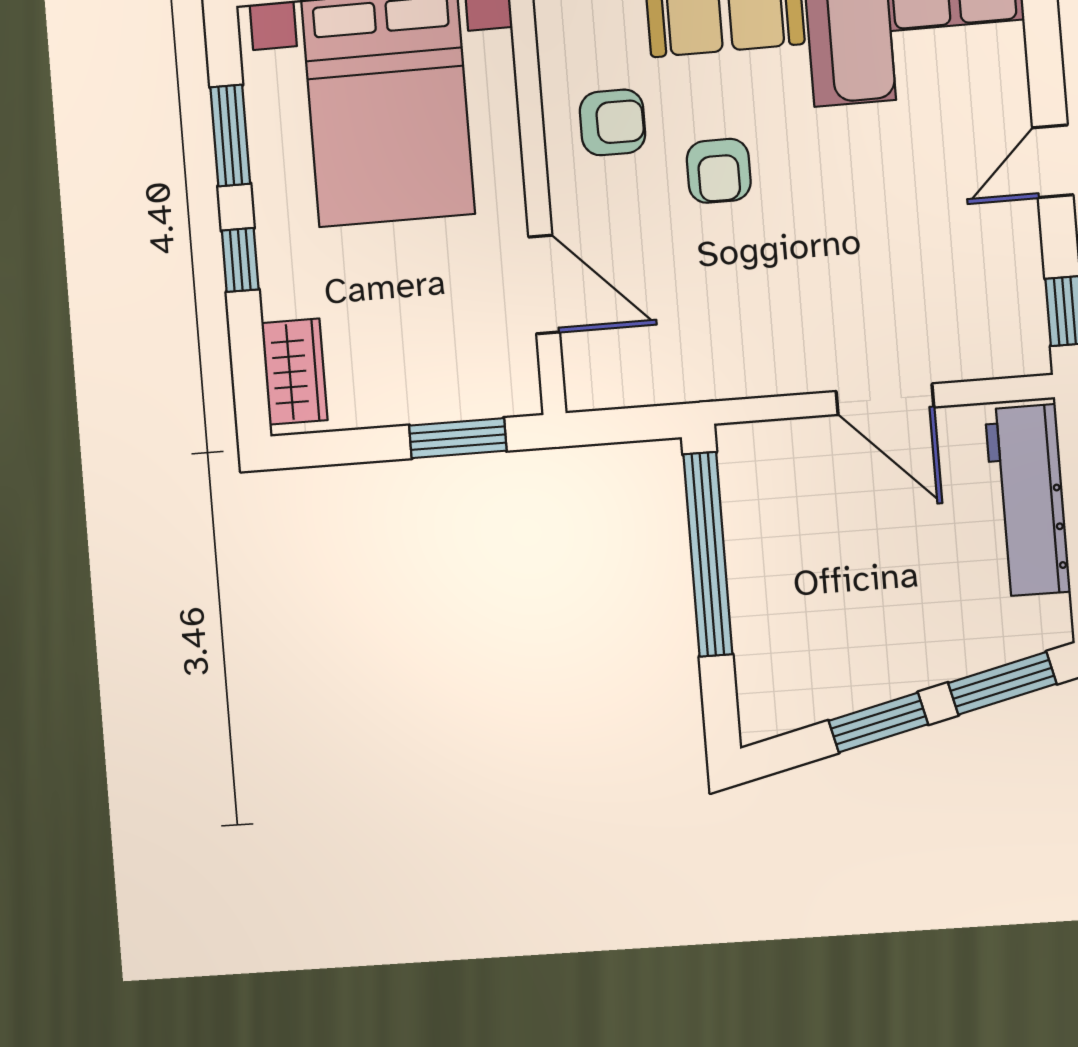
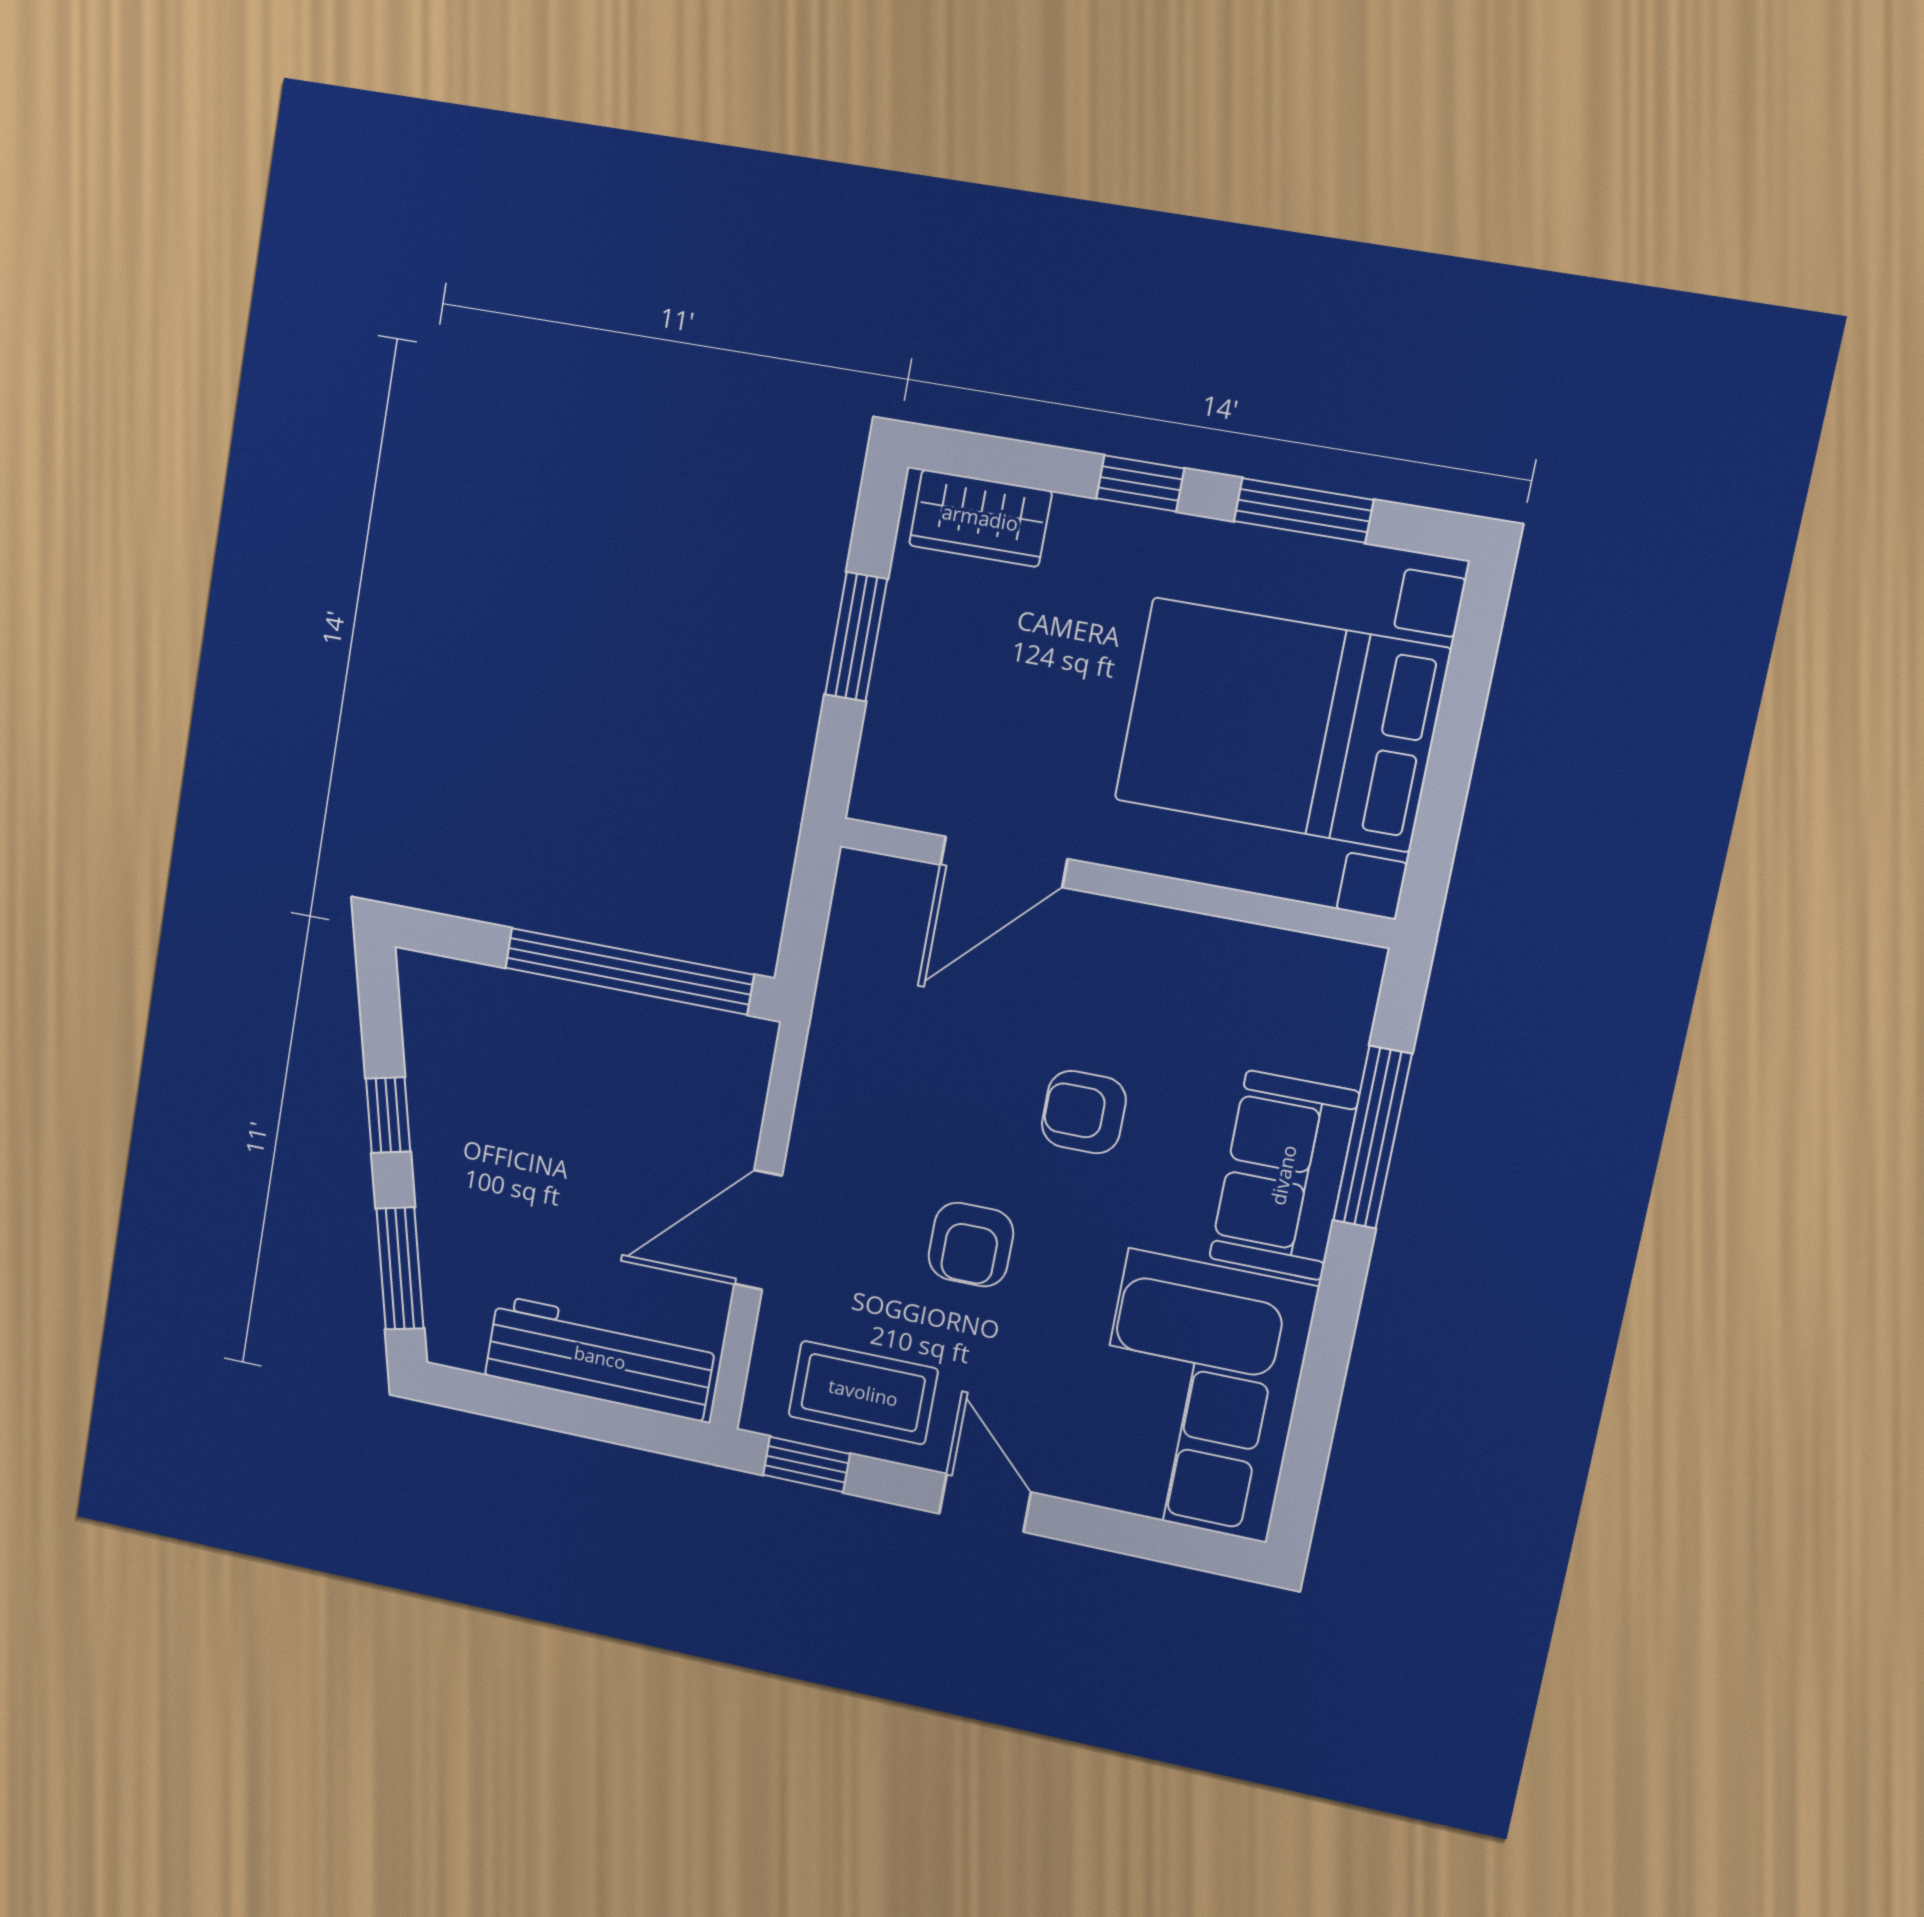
armchair: (613, 122) -> (971, 1245), moved
coffee table: (992, 282) -> (863, 1393), added
window: (458, 438) -> (856, 637), moved
window: (878, 722) -> (388, 1115), width x0.67

